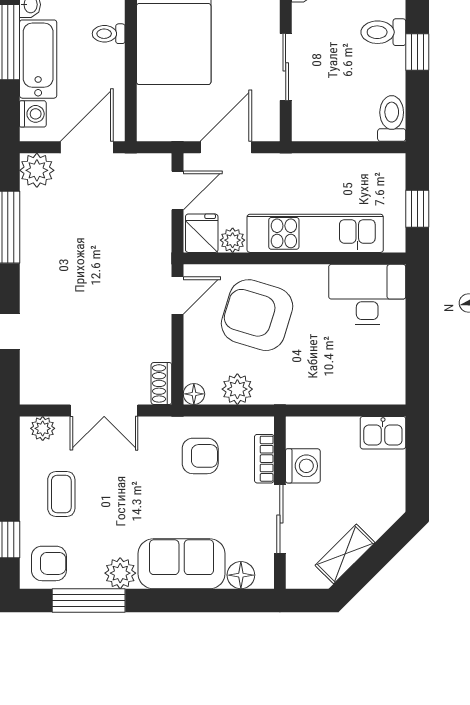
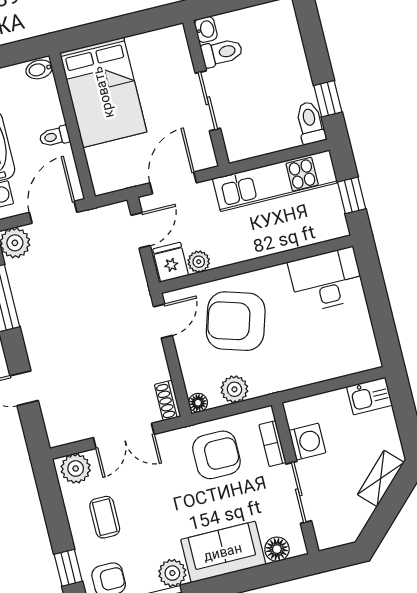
toilet: (383, 32) -> (222, 53), moved, turned 180
toilet: (109, 34) -> (55, 137), moved
window: (417, 52) -> (328, 99), moved
kitchen unit: (315, 233) -> (275, 181), moved, turned 180
plant: (43, 428) -> (76, 468), width x1.38, depth x1.38
armchair: (200, 456) -> (216, 455), width x1.38, depth x1.38
shelving: (345, 554) -> (381, 478), moved

